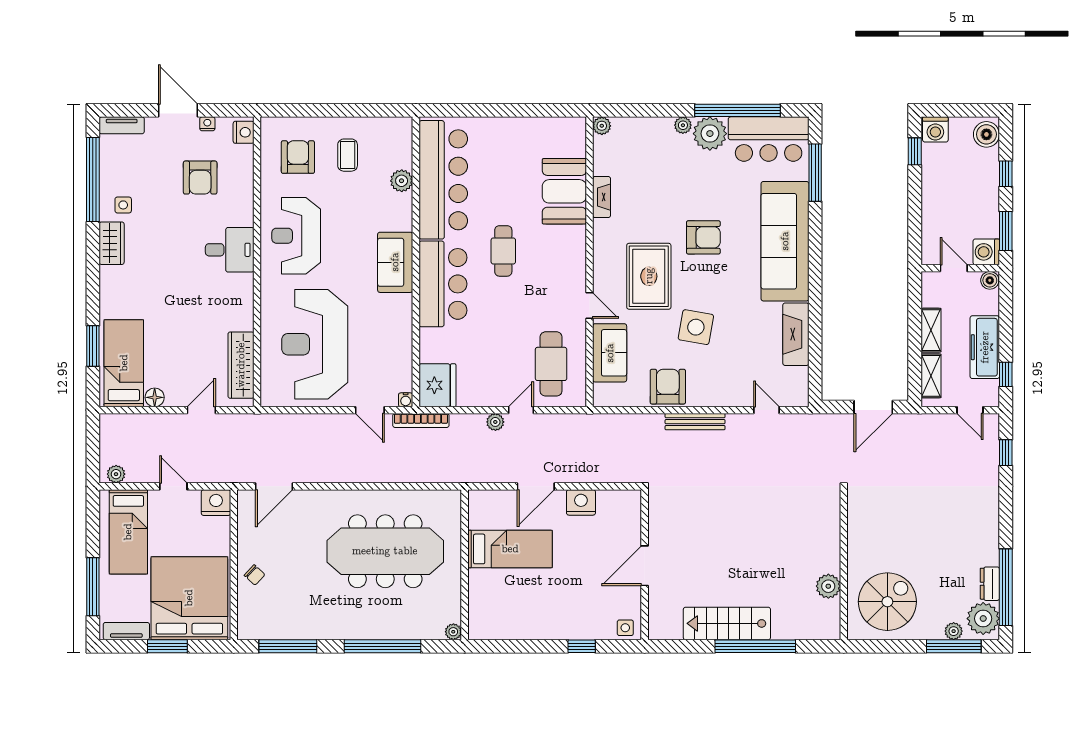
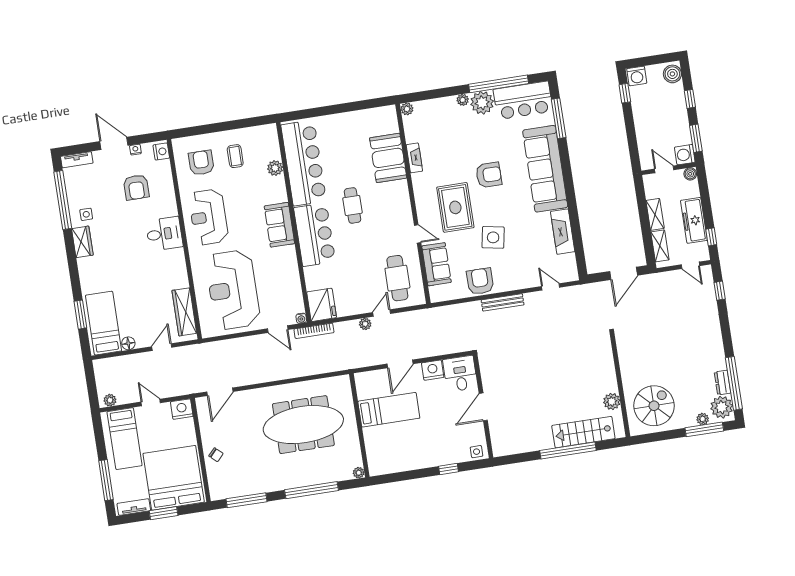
desk: (619, 513) -> (460, 374), added
stairs: (727, 623) -> (583, 432), moved

